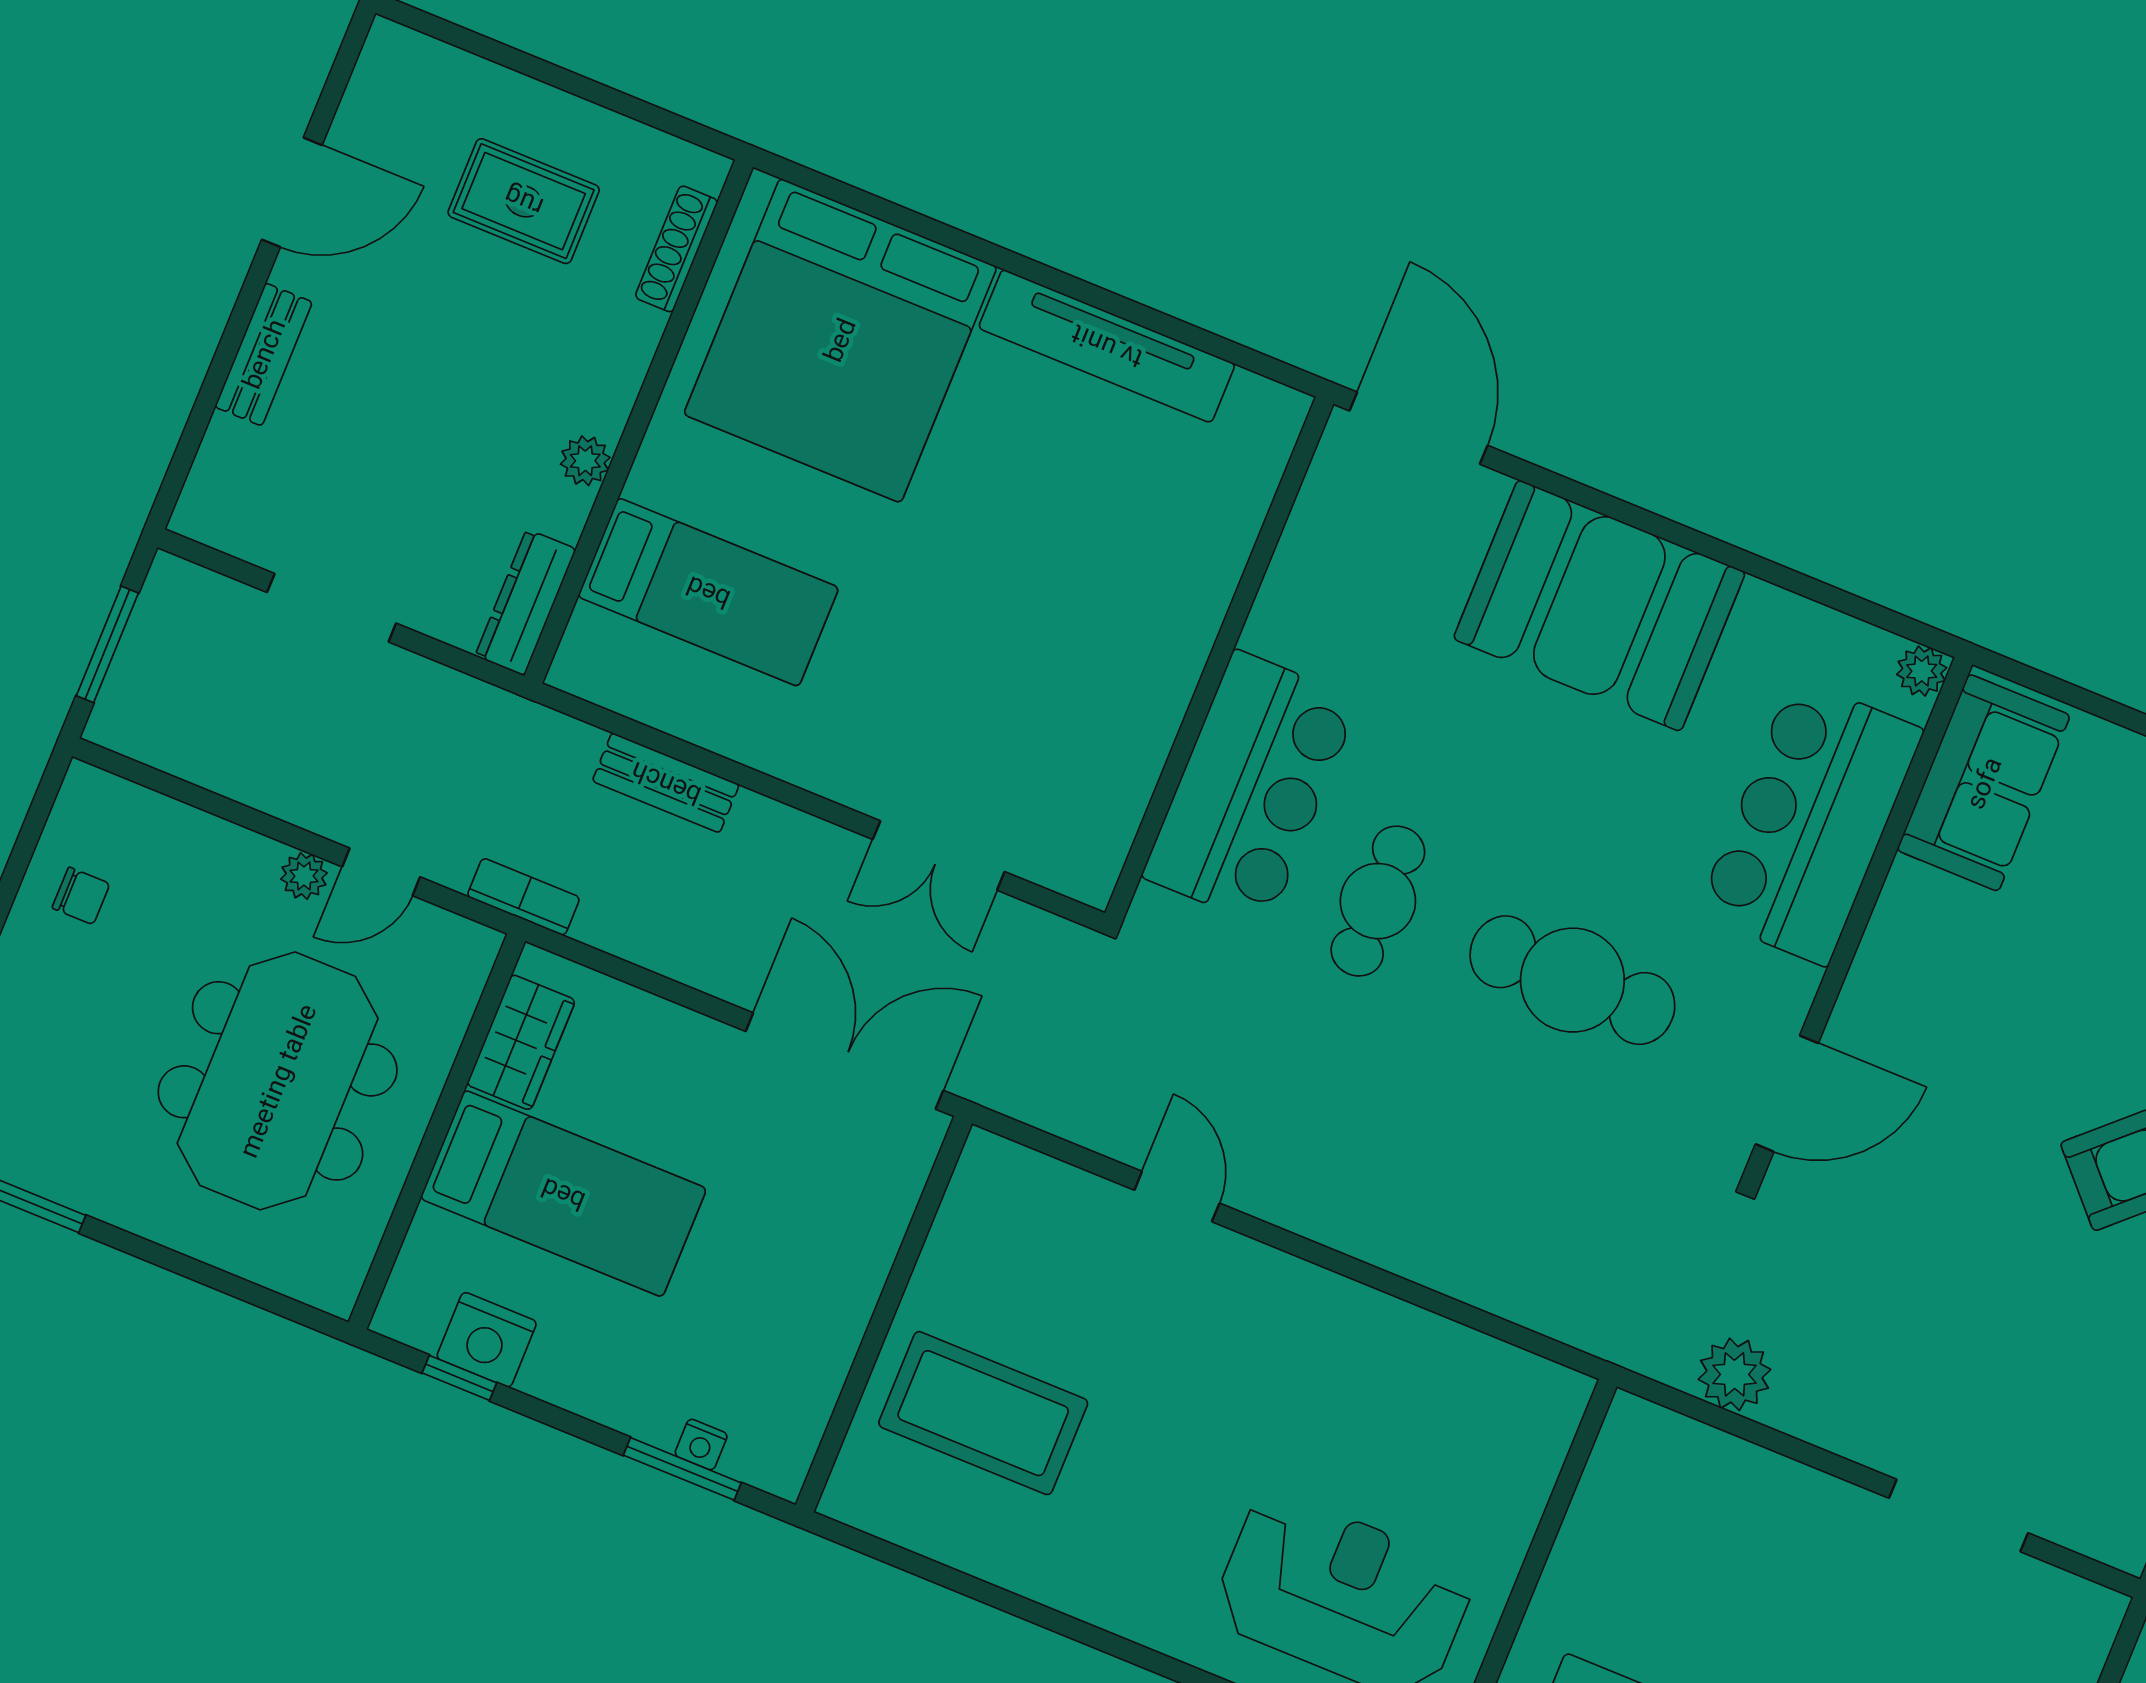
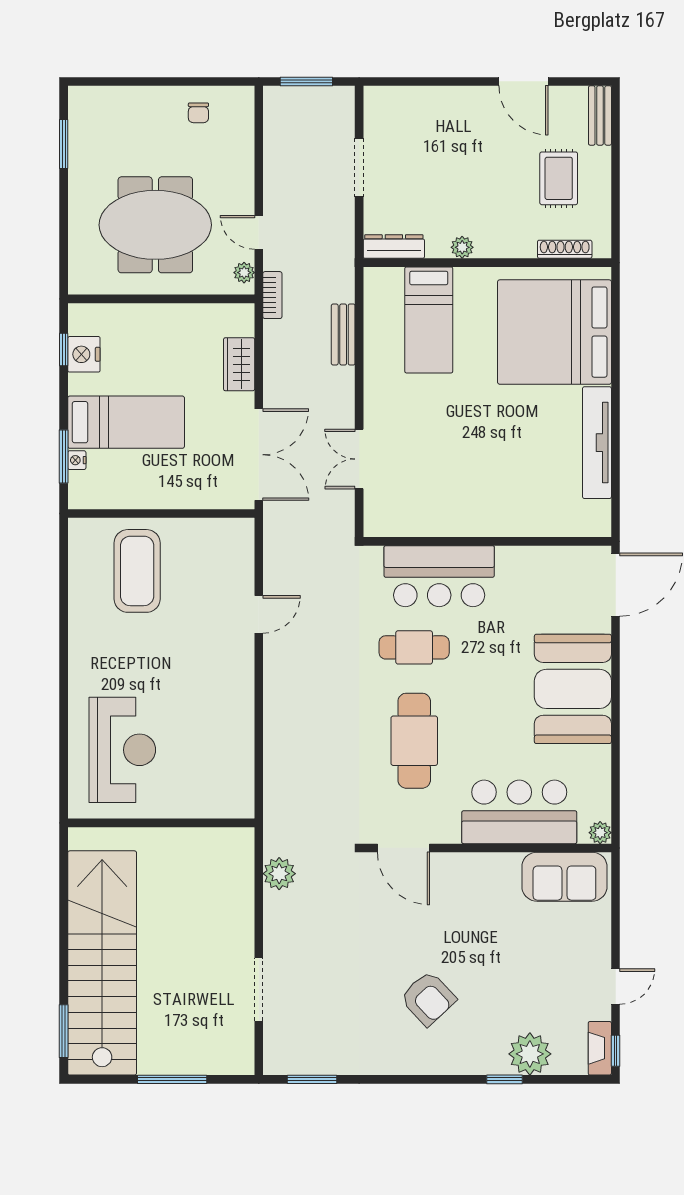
bench: (264, 354) -> (600, 115), moved, turned 90
plant: (304, 876) -> (244, 273), moved
wardrobe: (521, 1042) -> (239, 364), moved, turned 90
bed: (563, 1194) -> (126, 422), moved, turned -90

